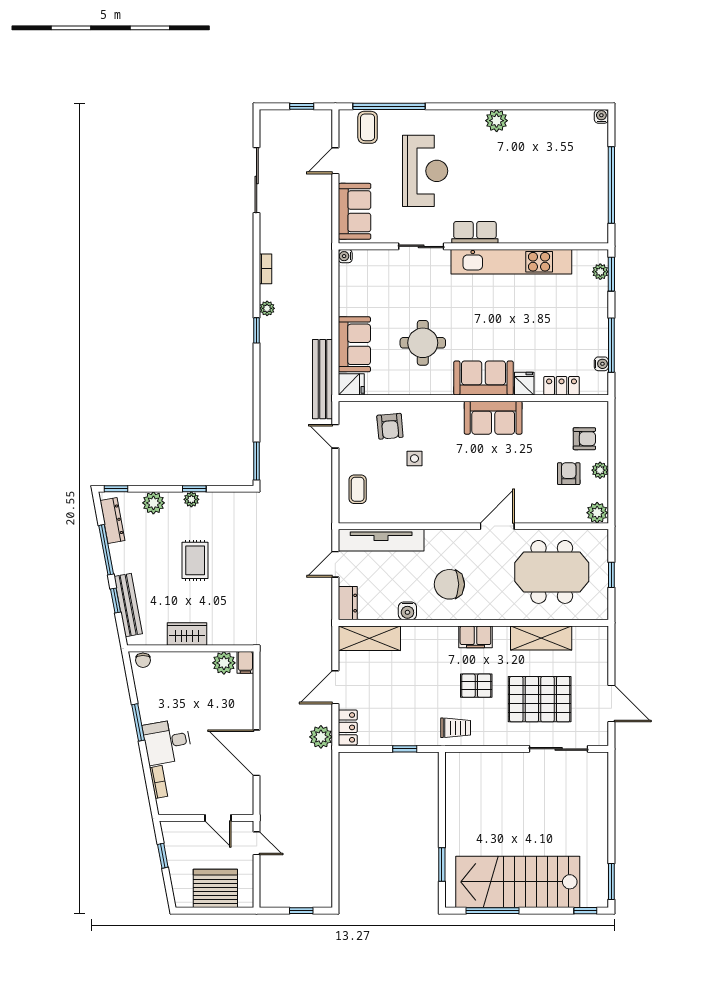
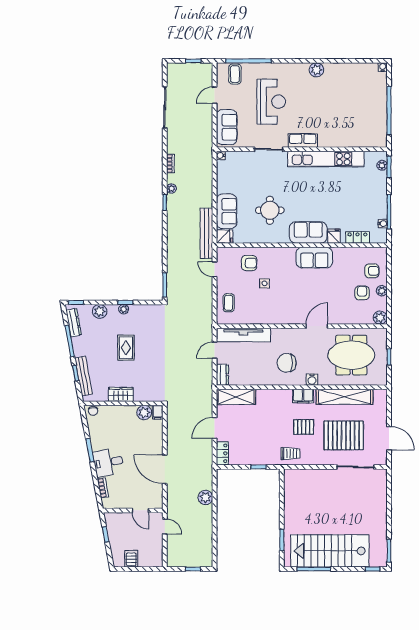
armchair: (390, 426) -> (249, 263), turned -85
water cooler: (407, 611) -> (312, 380), moved
shelving: (541, 638) -> (345, 397), width x1.47
plant: (321, 737) -> (205, 497), moved
server rack: (215, 888) -> (131, 559), width x0.46, depth x0.70

